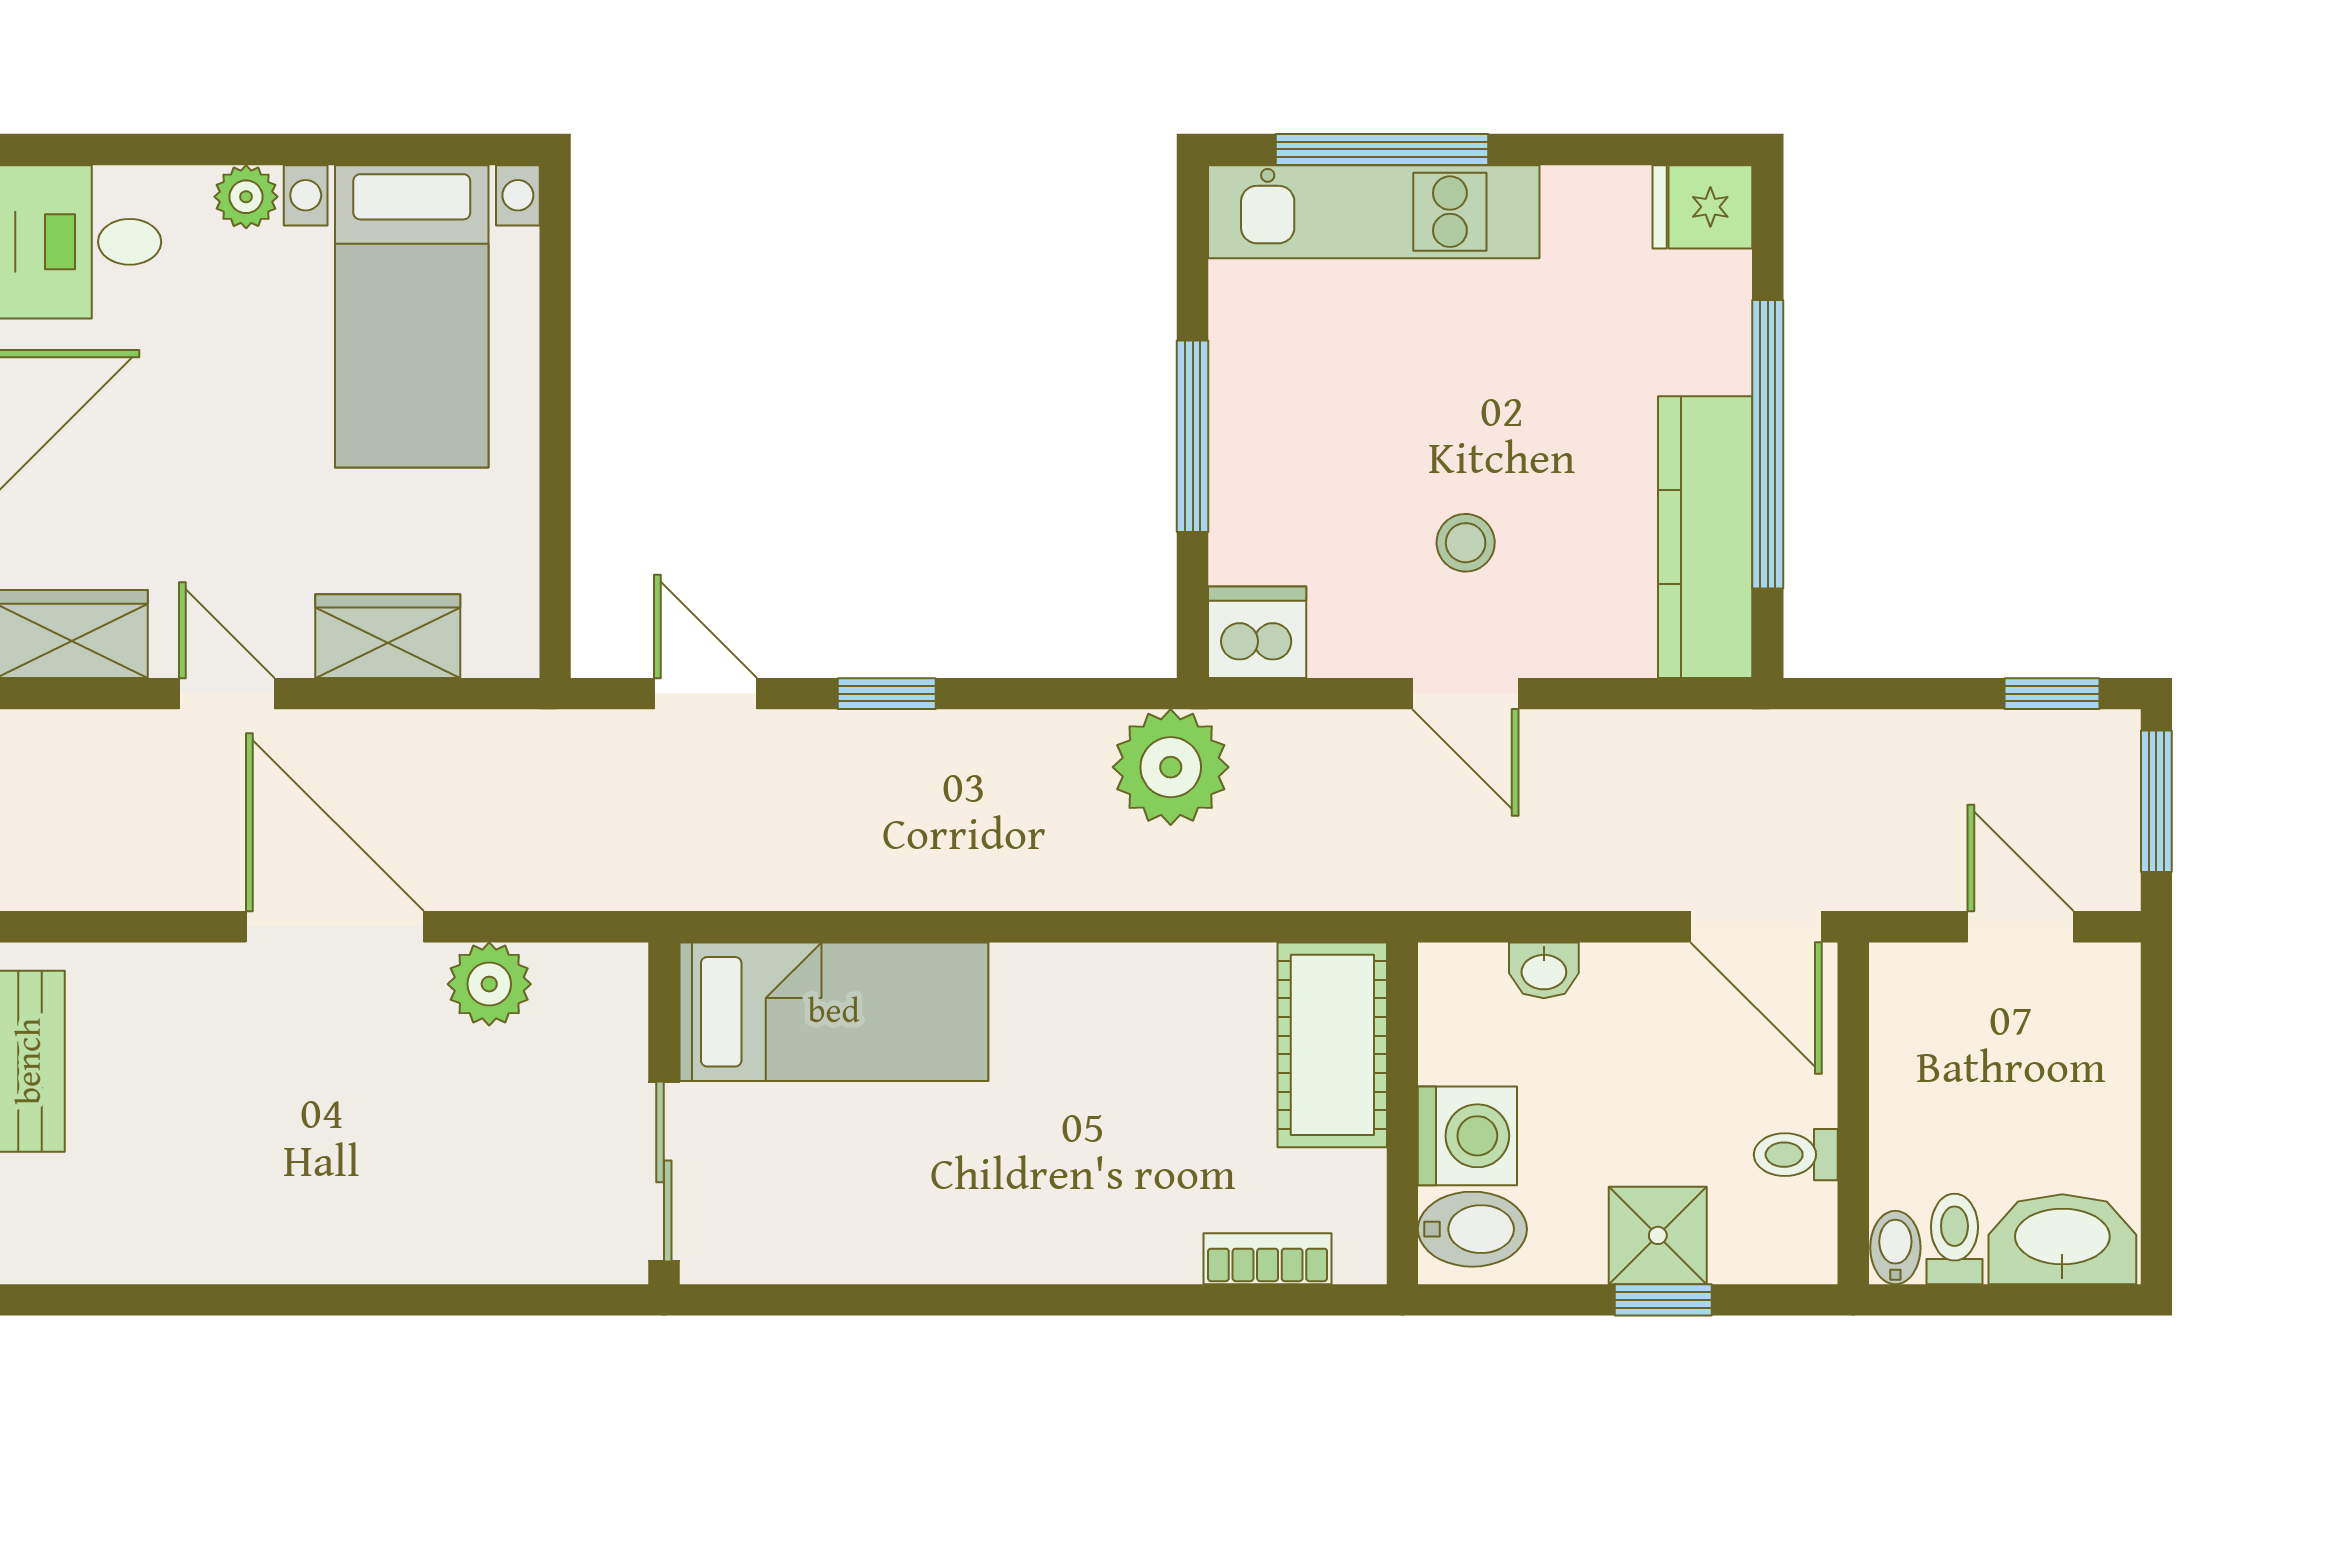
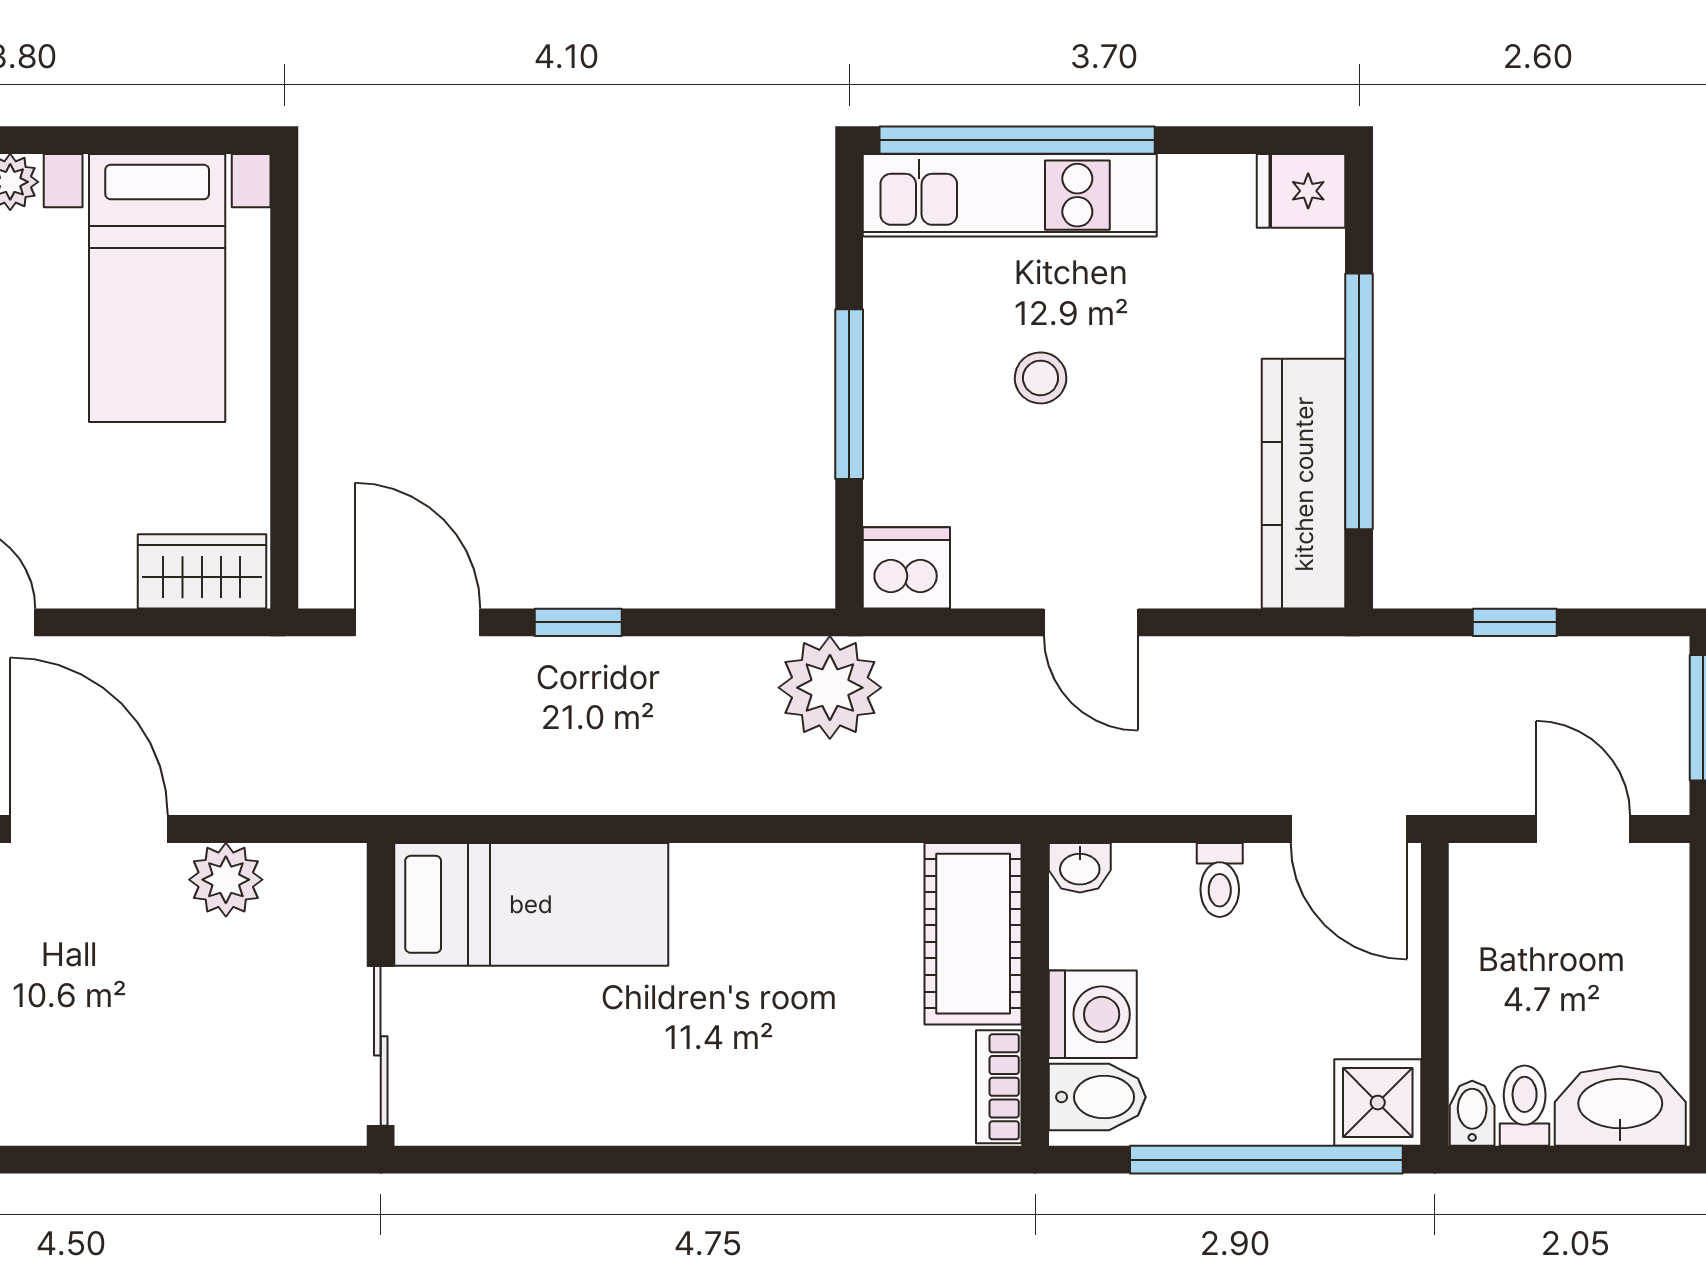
window: (1382, 149) -> (1017, 140), width x1.46
stool: (1466, 543) -> (1041, 378), moved
wardrobe: (388, 636) -> (202, 571), moved
door: (706, 694) -> (418, 622), width x1.37
window: (2052, 694) -> (1515, 622), moved
washbasin: (1544, 970) -> (1080, 868), moved
toilet: (1796, 1155) -> (1220, 880), moved, turned -90
shower: (1658, 1235) -> (1378, 1103), moved
bookcase: (1268, 1259) -> (999, 1087), moved, turned -90
window: (1663, 1300) -> (1266, 1160), width x3.17

